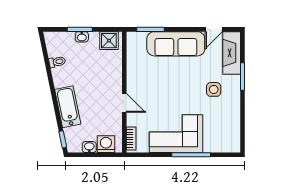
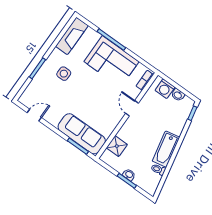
shower: (109, 41) -> (117, 146), moved
sofa: (176, 44) -> (82, 134), moved
fireplace: (232, 53) -> (72, 36), moved
bathtub: (68, 107) -> (166, 149), moved

